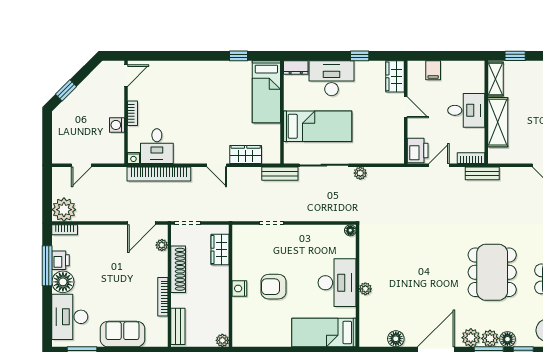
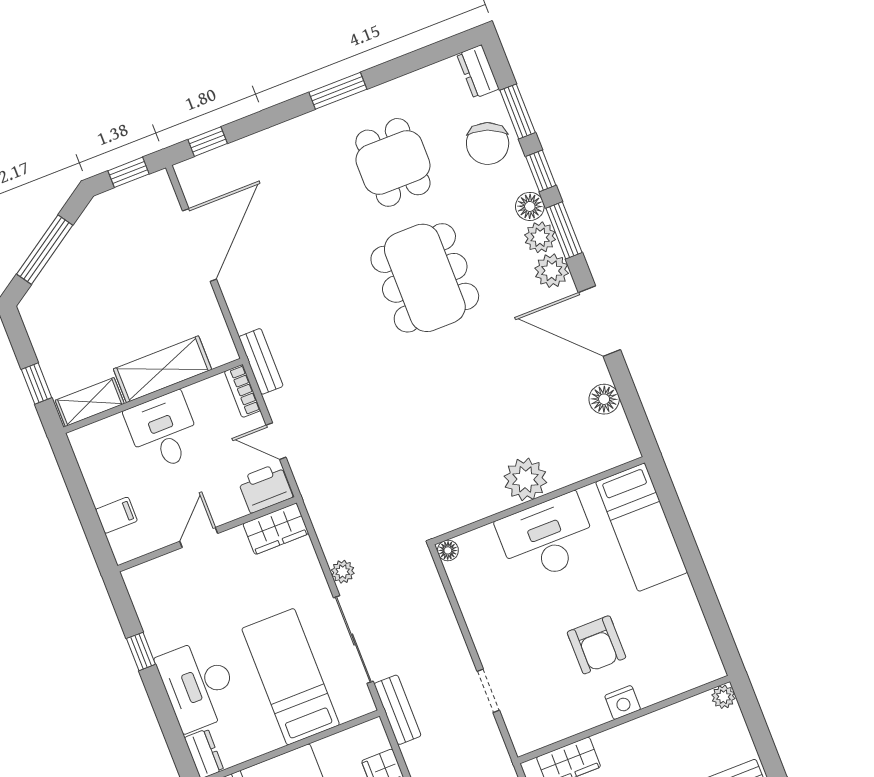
wardrobe: (395, 76) -> (276, 529), moved
dining table: (492, 272) -> (425, 278), turned 90
plant: (365, 289) -> (525, 479), width x1.88, depth x1.88

